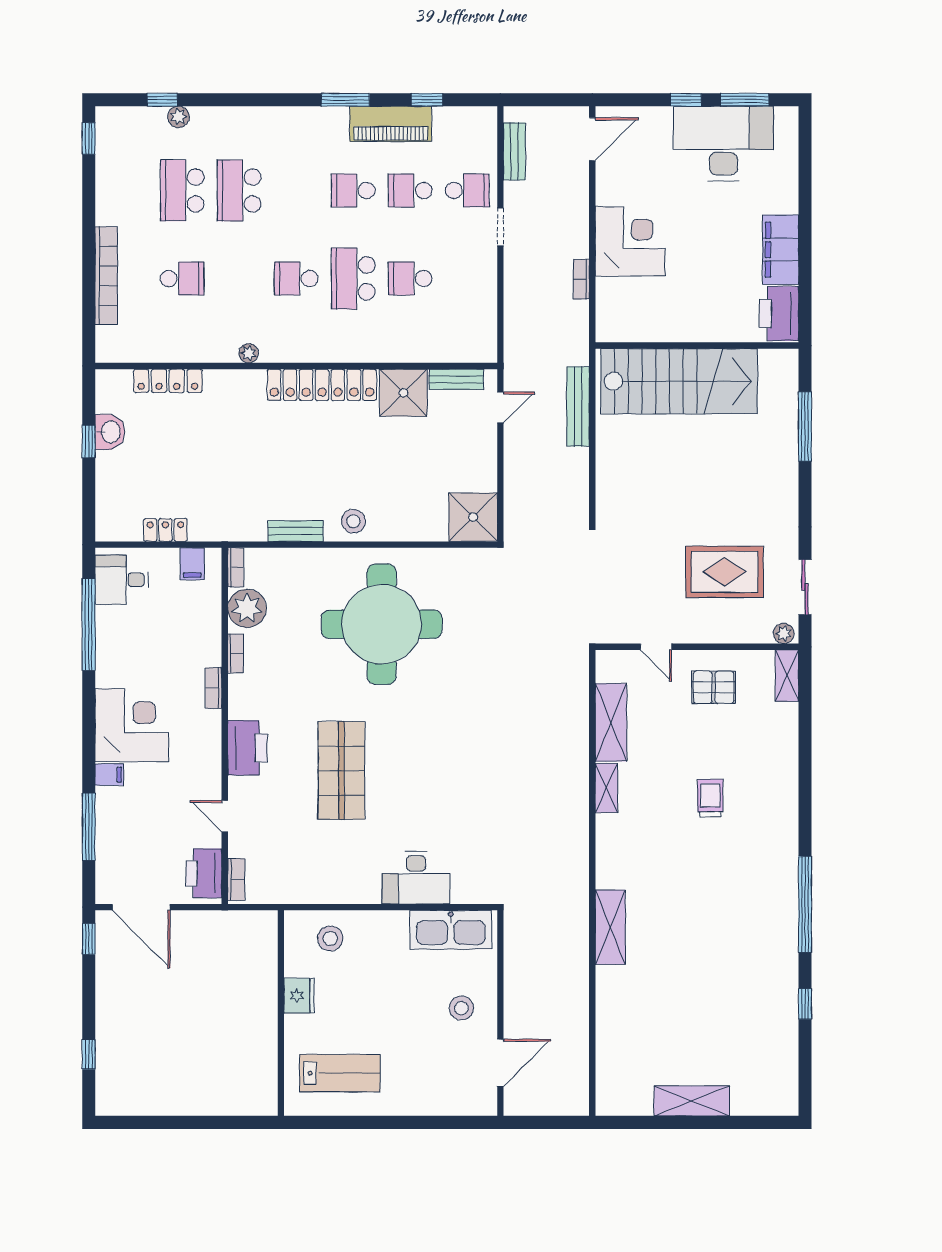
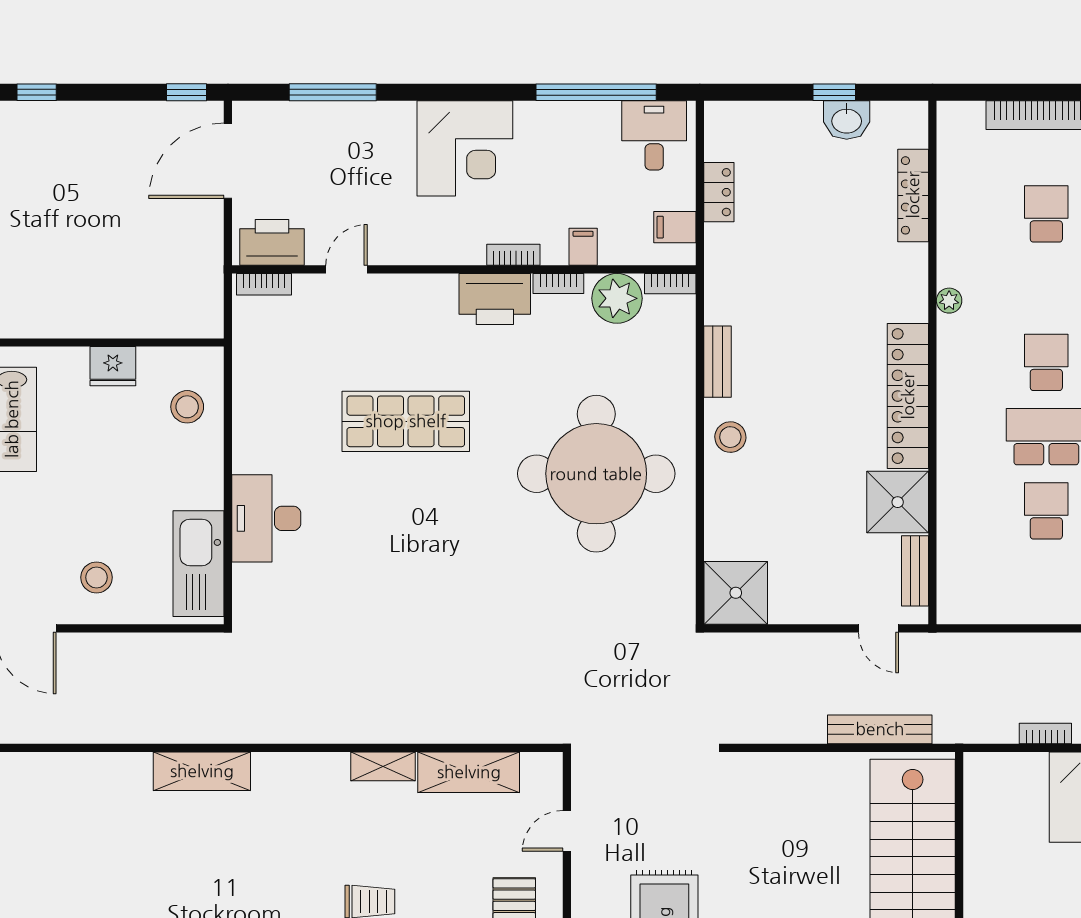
school desk: (182, 279) -> (1046, 214), turned 180
printer: (247, 748) -> (495, 299), moved
filing cabinet: (109, 775) -> (583, 247), moved, turned 180

